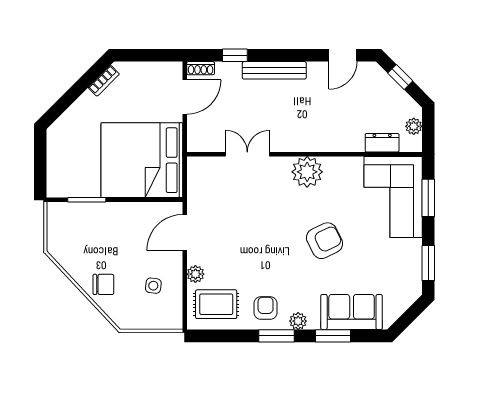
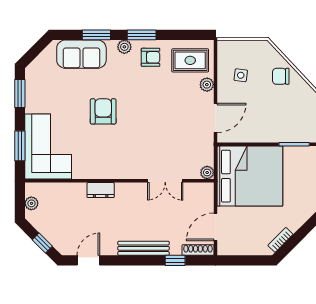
shoe rack: (201, 68) -> (198, 250), width x1.43
dresser: (382, 143) -> (101, 190), moved
plant: (307, 172) -> (207, 173), moved, width x0.53, depth x0.53
armchair: (325, 241) -> (103, 111), turned 116
armchair: (266, 308) -> (151, 57), turned -90

